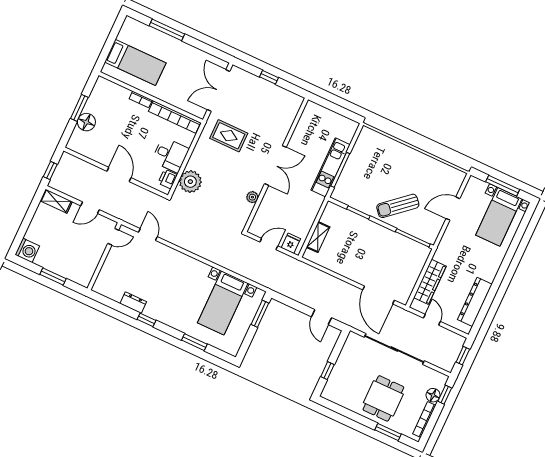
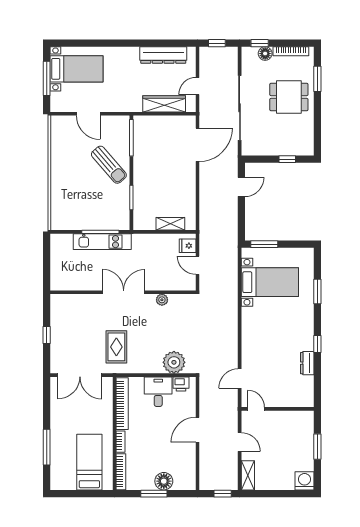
bookcase: (113, 87) -> (121, 472), added

